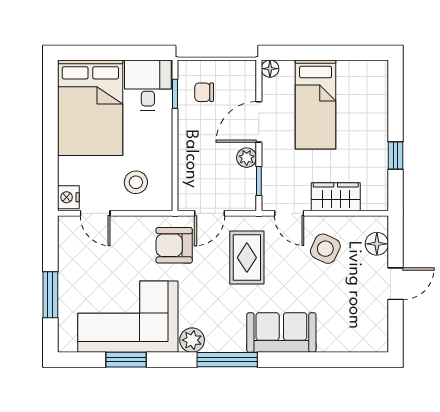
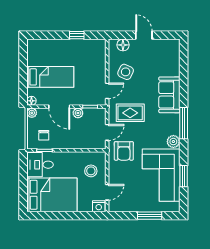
plant: (247, 69) -> (32, 113), added
wardrobe: (336, 197) -> (98, 66), removed
door: (210, 213) -> (107, 132), hinge flipped

